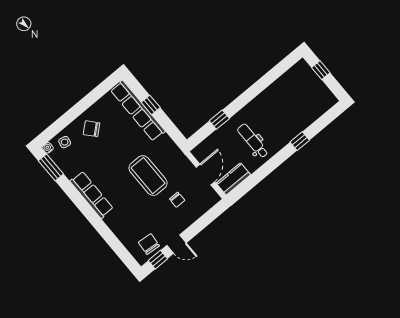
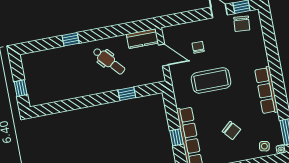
chair: (92, 129) -> (231, 130), moved
dental chair: (253, 141) -> (109, 61), turned -42
door: (205, 175) -> (163, 55), swing flipped
coffee table: (148, 176) -> (211, 80), turned 90

